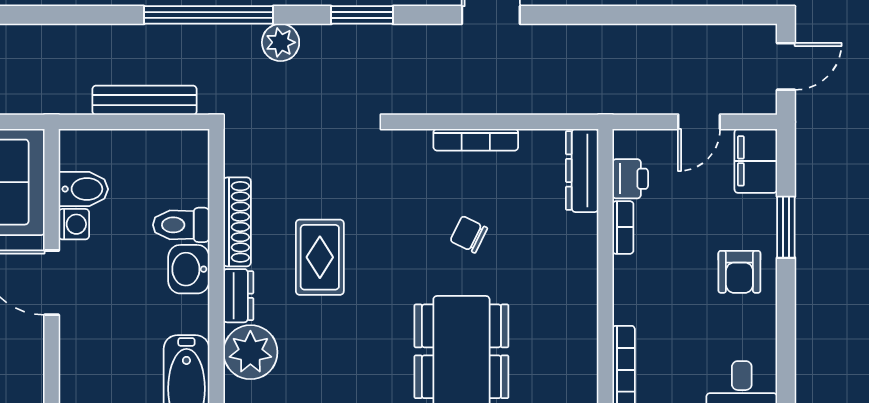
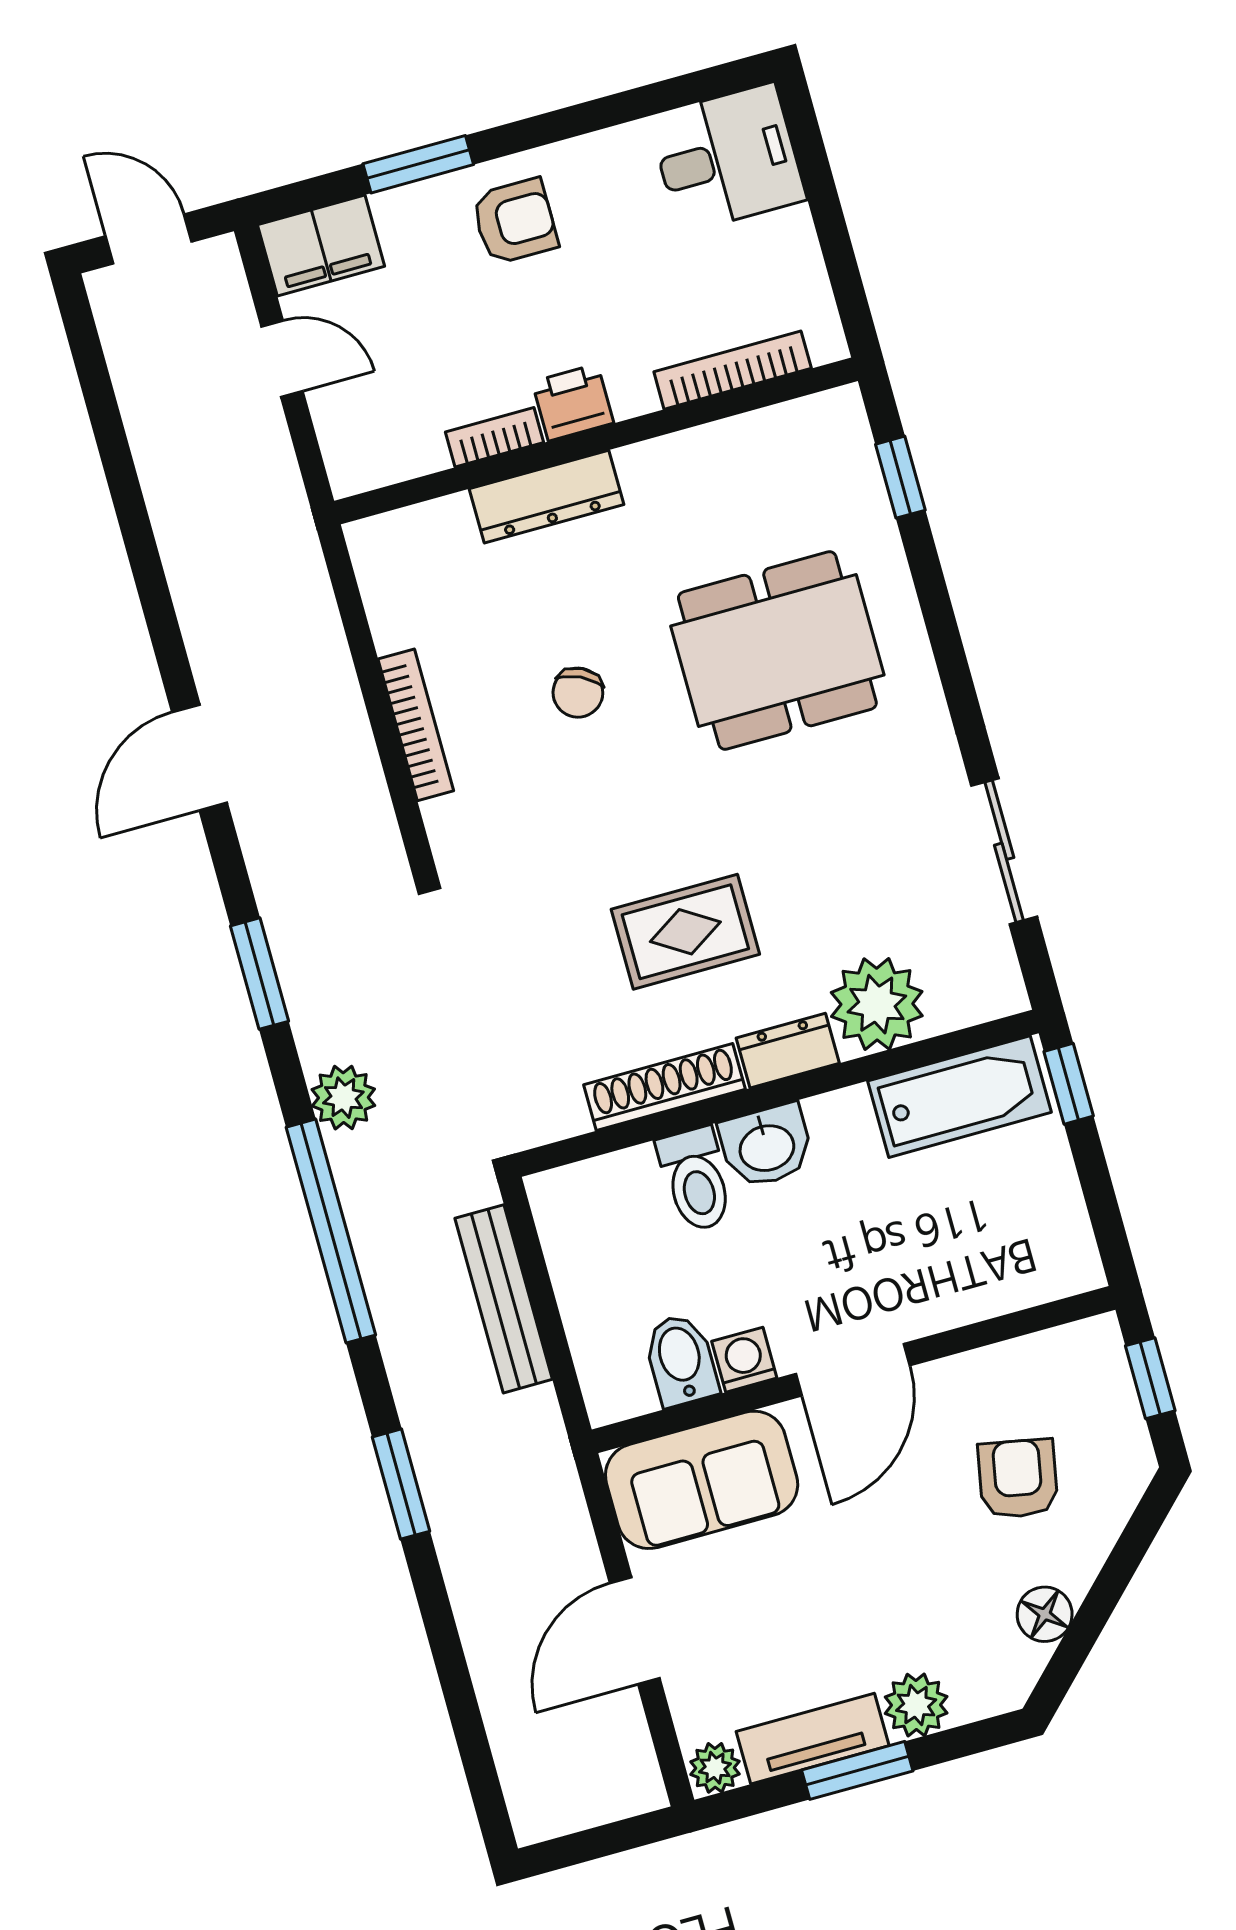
window: (58, 15) -> (401, 1484), added
dresser: (582, 170) -> (546, 497), moved
printer: (630, 179) -> (573, 402), moved

